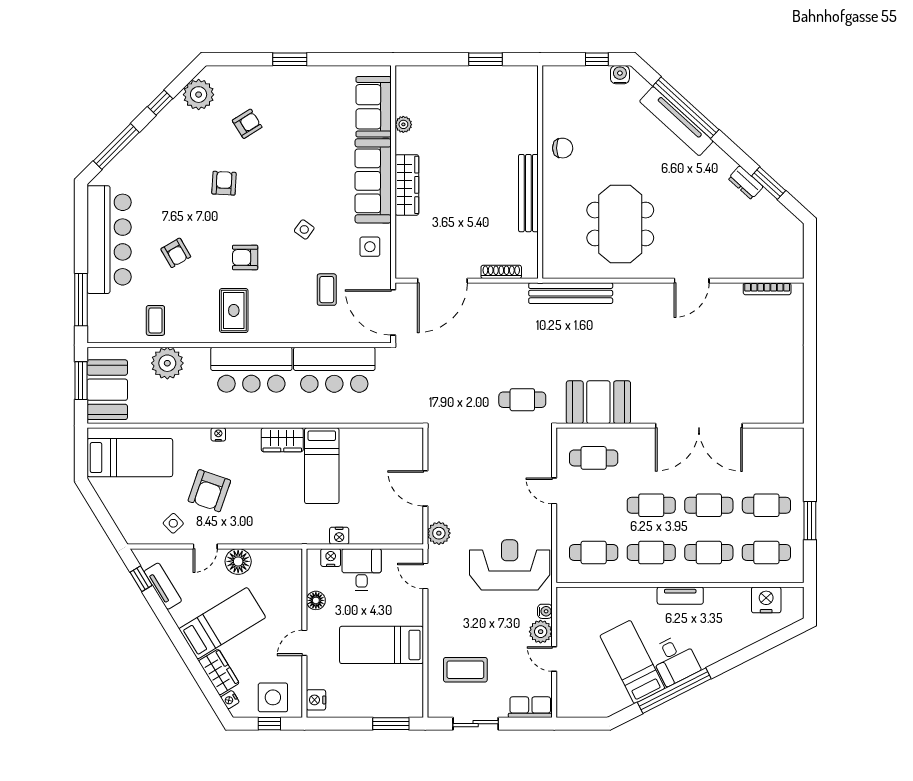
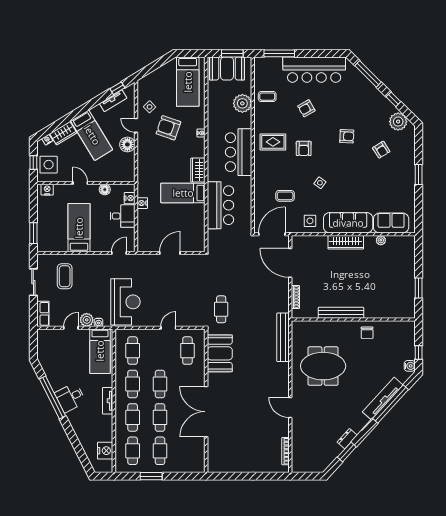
armchair: (245, 257) -> (304, 148), turned 180
bar counter: (334, 370) -> (220, 205), moved, turned 180
plant: (439, 533) -> (144, 261), removed
bed: (632, 662) -> (100, 351), moved, turned 117

